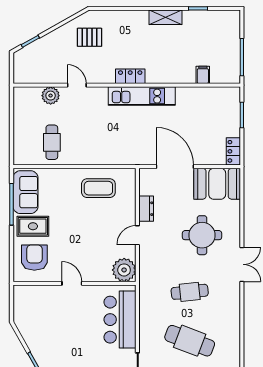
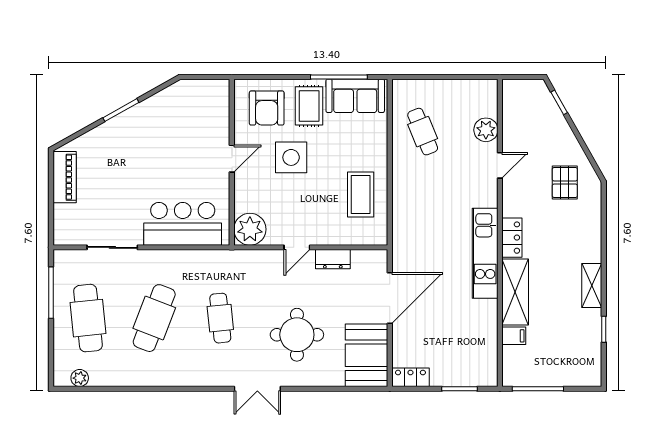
shelving: (170, 74) -> (515, 292), added
cafe table: (52, 142) -> (423, 132), turned 68
door: (137, 235) -> (297, 247), swing flipped
side table: (71, 240) -> (291, 157), added
armchair: (34, 258) -> (267, 108), turned 90

